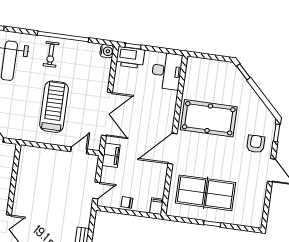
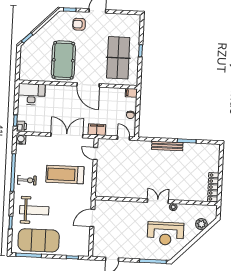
printer: (130, 57) -> (21, 126), width x0.53, depth x0.68

